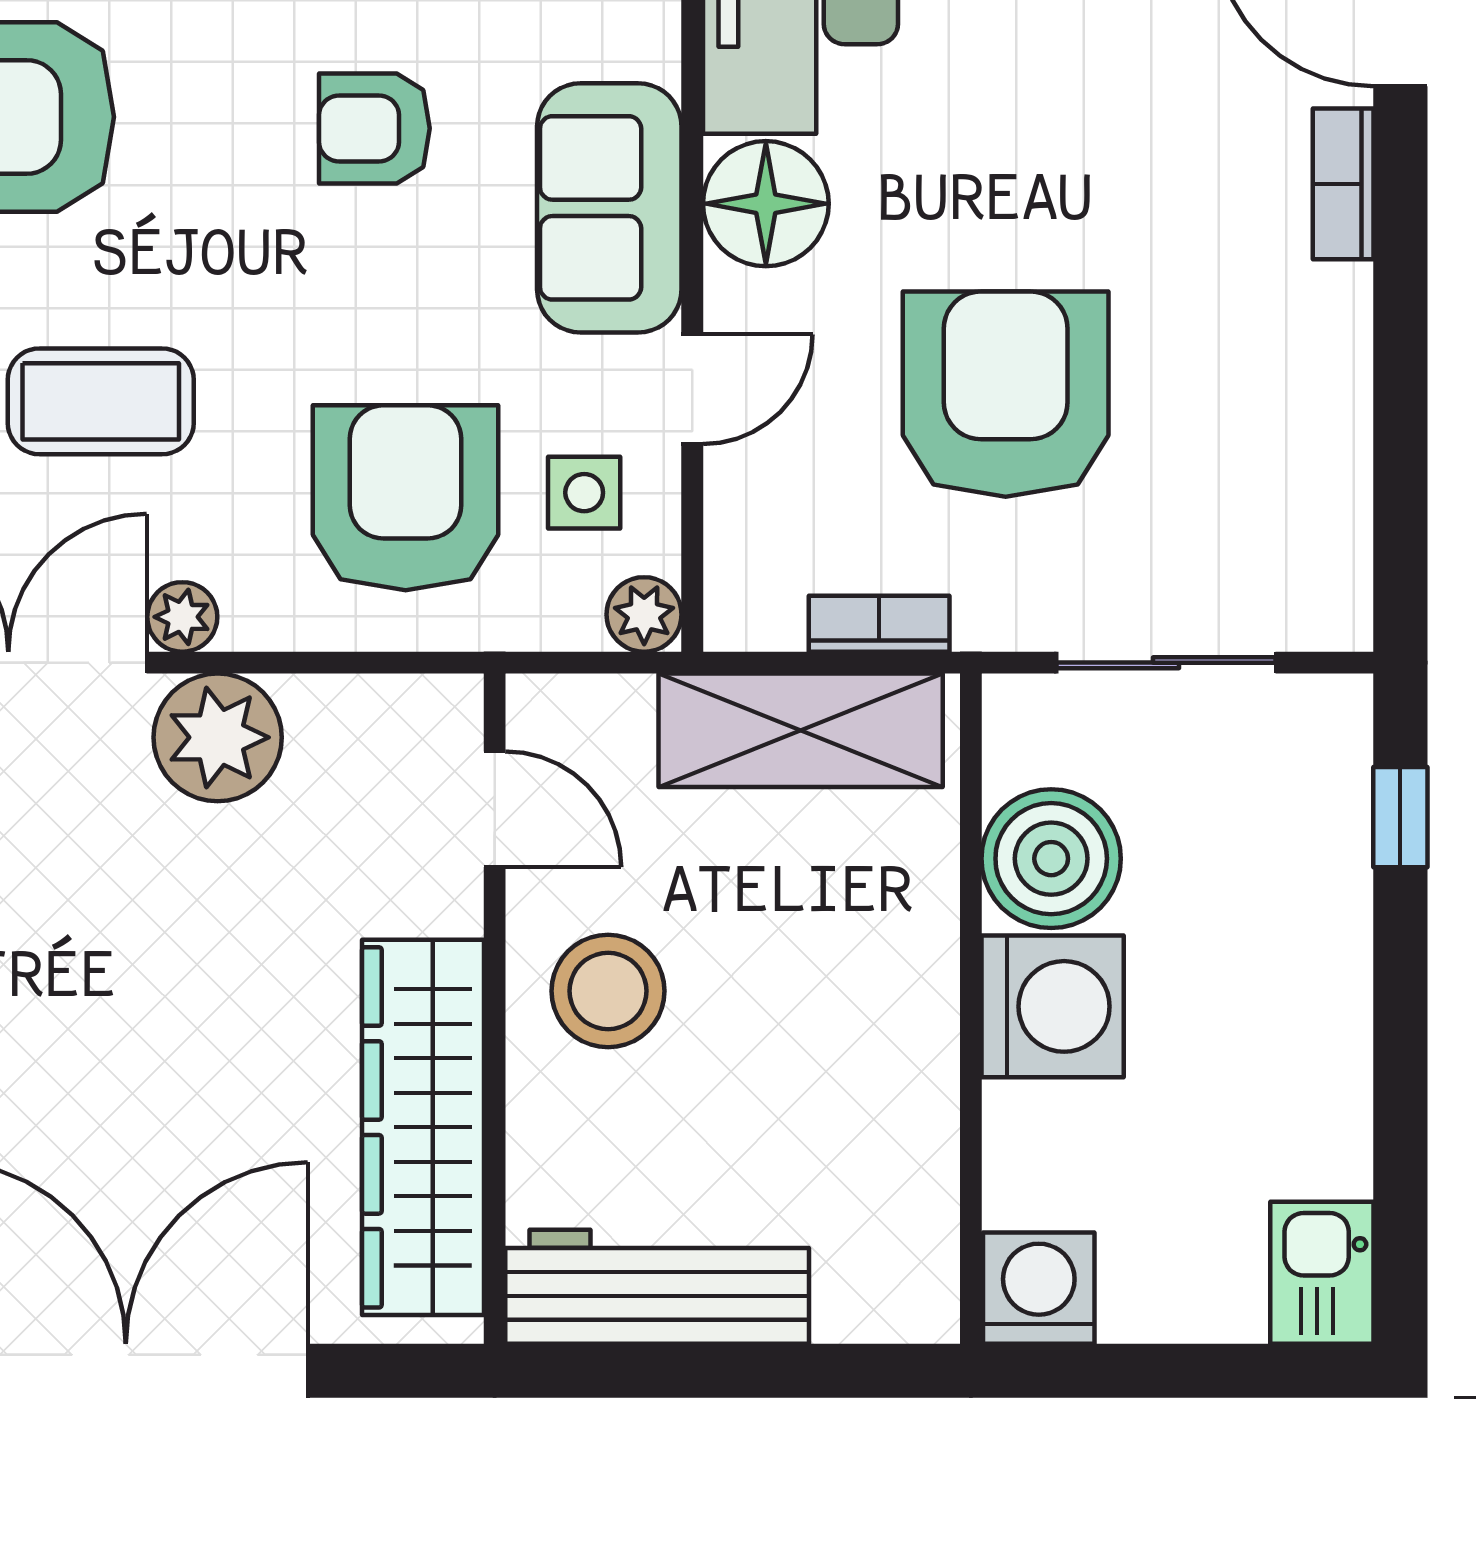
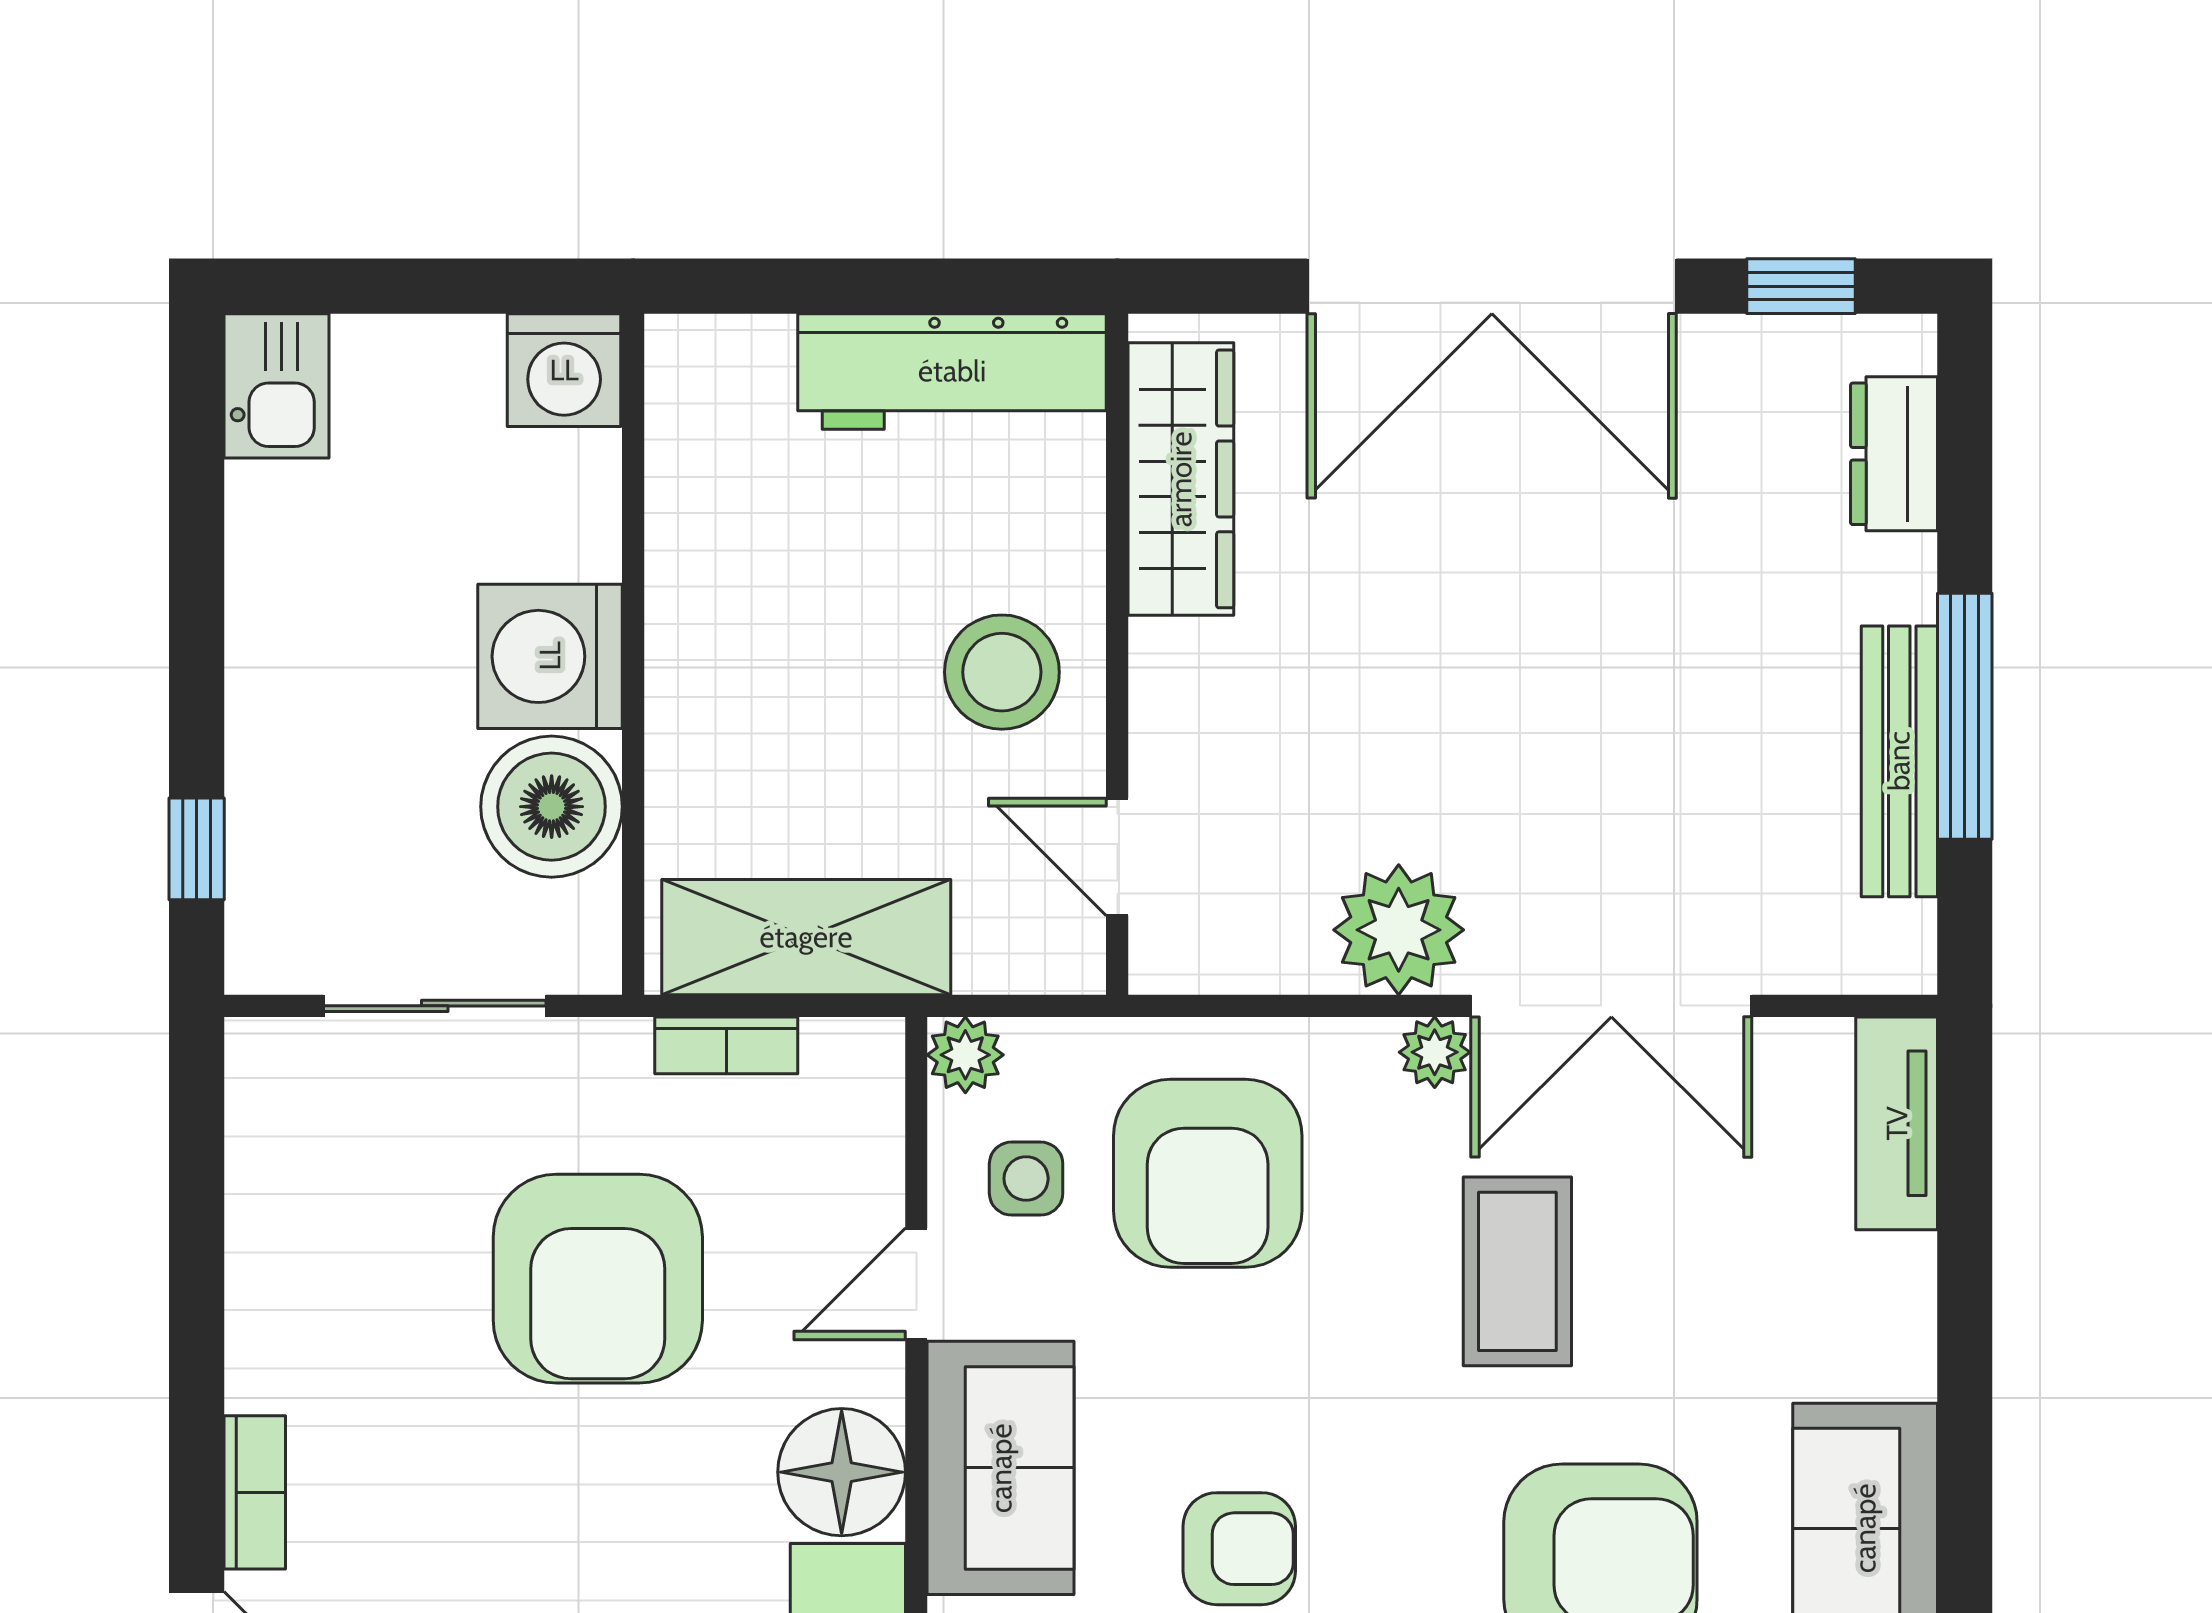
coffee table: (101, 401) -> (1517, 1271), turned 90
wardrobe: (423, 1127) -> (1181, 479), width x0.71, depth x0.85

